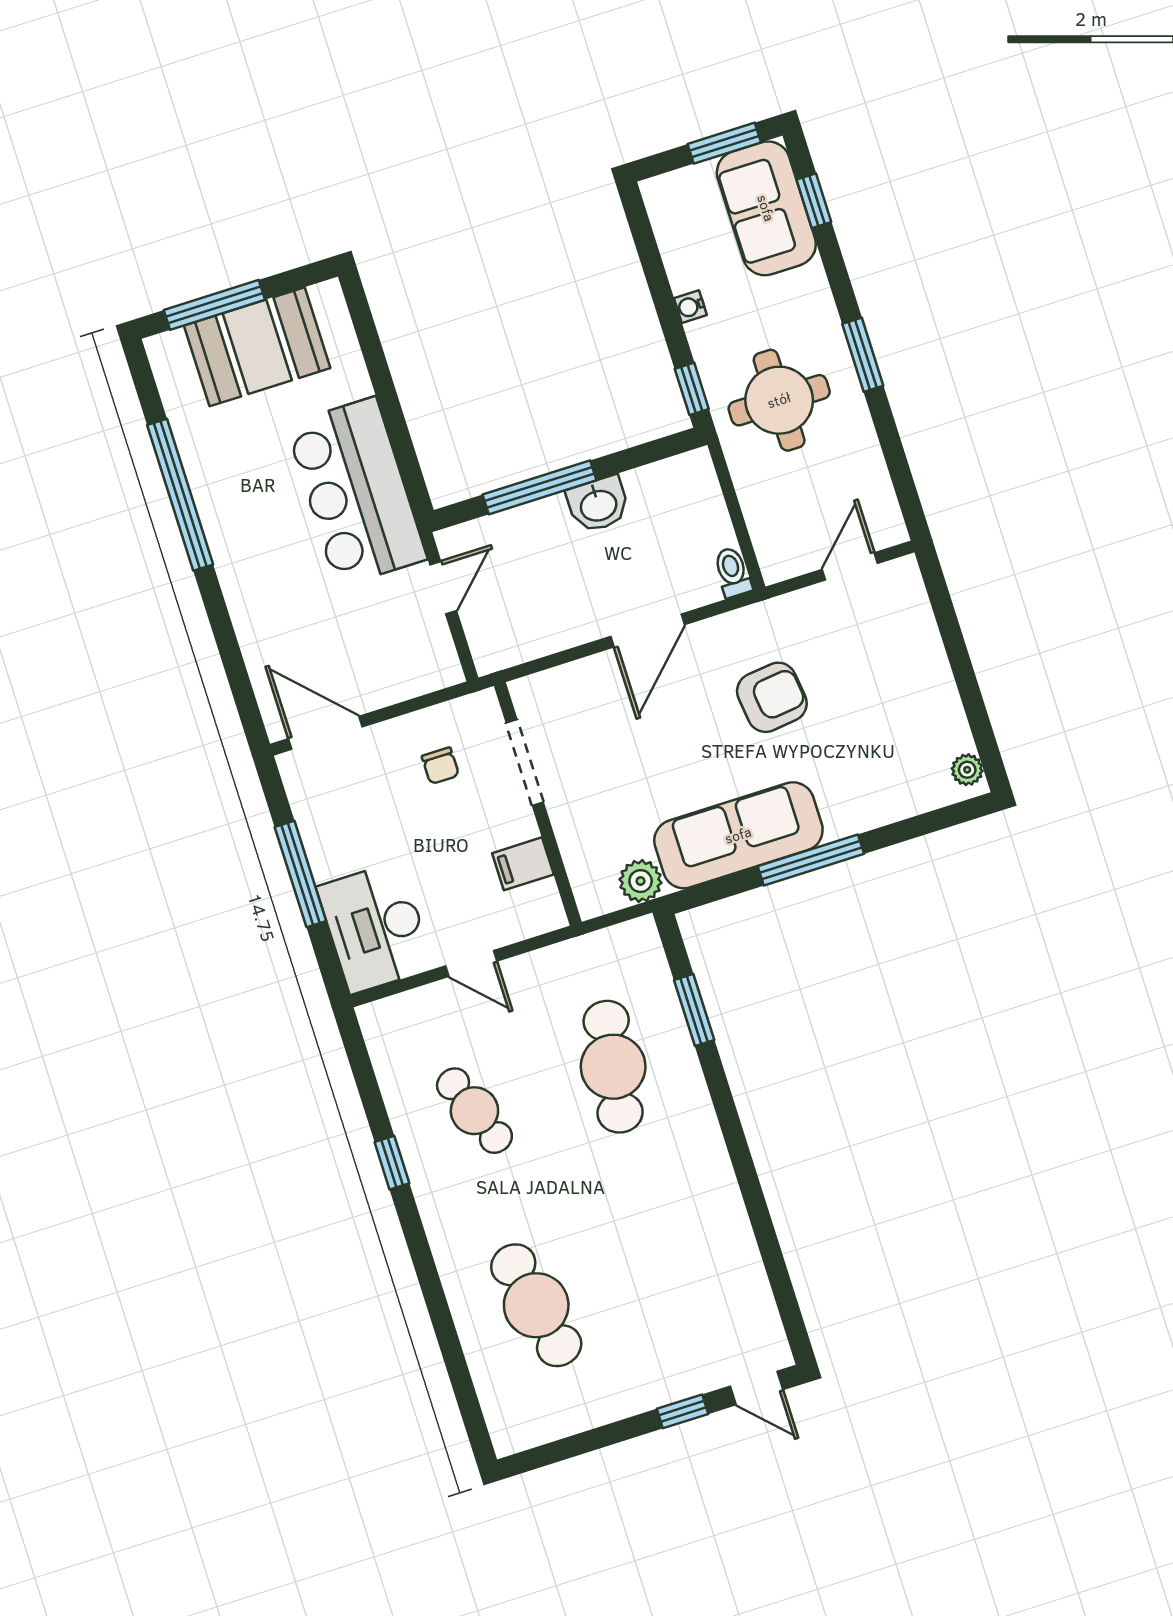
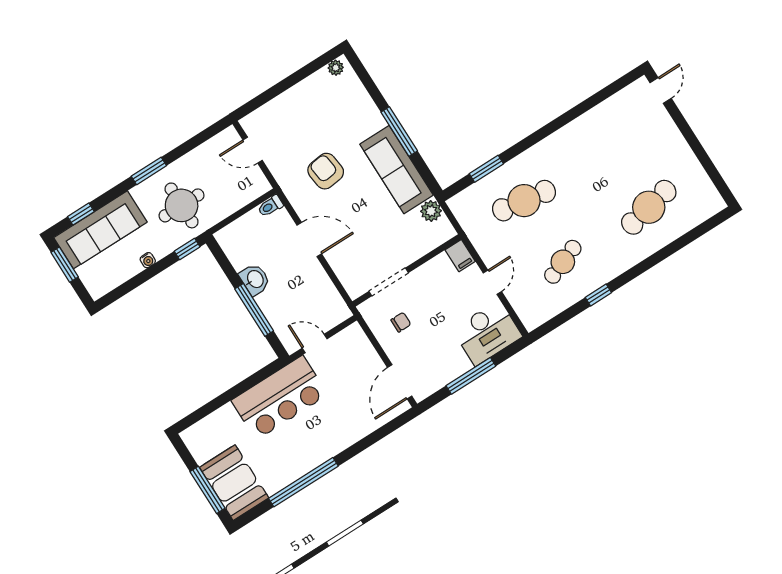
sofa: (766, 208) -> (100, 230), width x1.36
booth: (257, 347) -> (234, 483), moved
filing cabinet: (523, 864) -> (460, 256), moved
window: (683, 1411) -> (681, 123), removed

